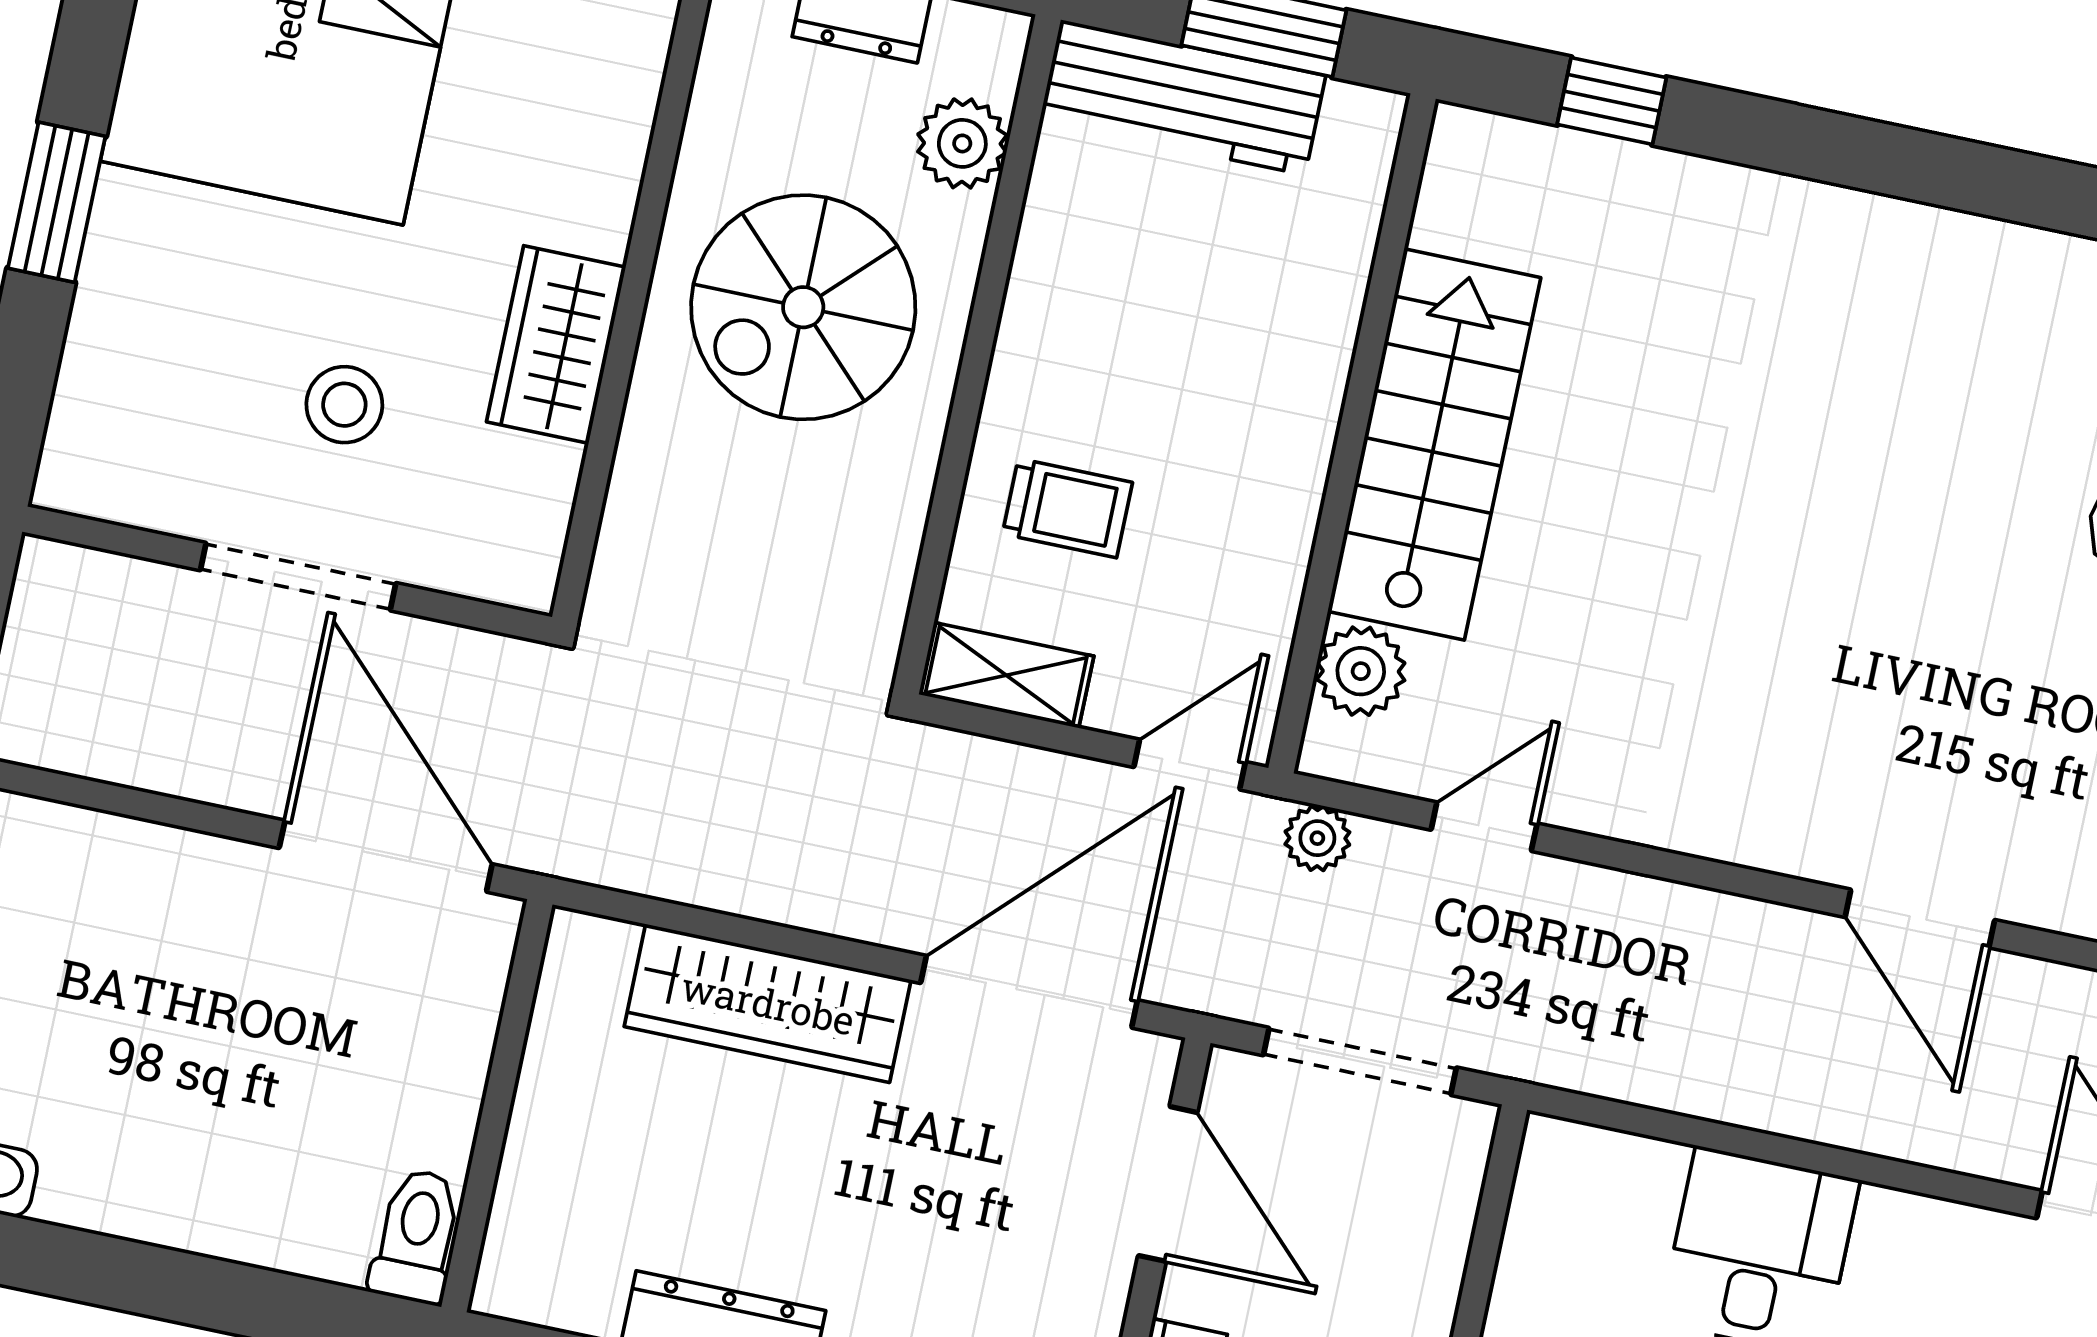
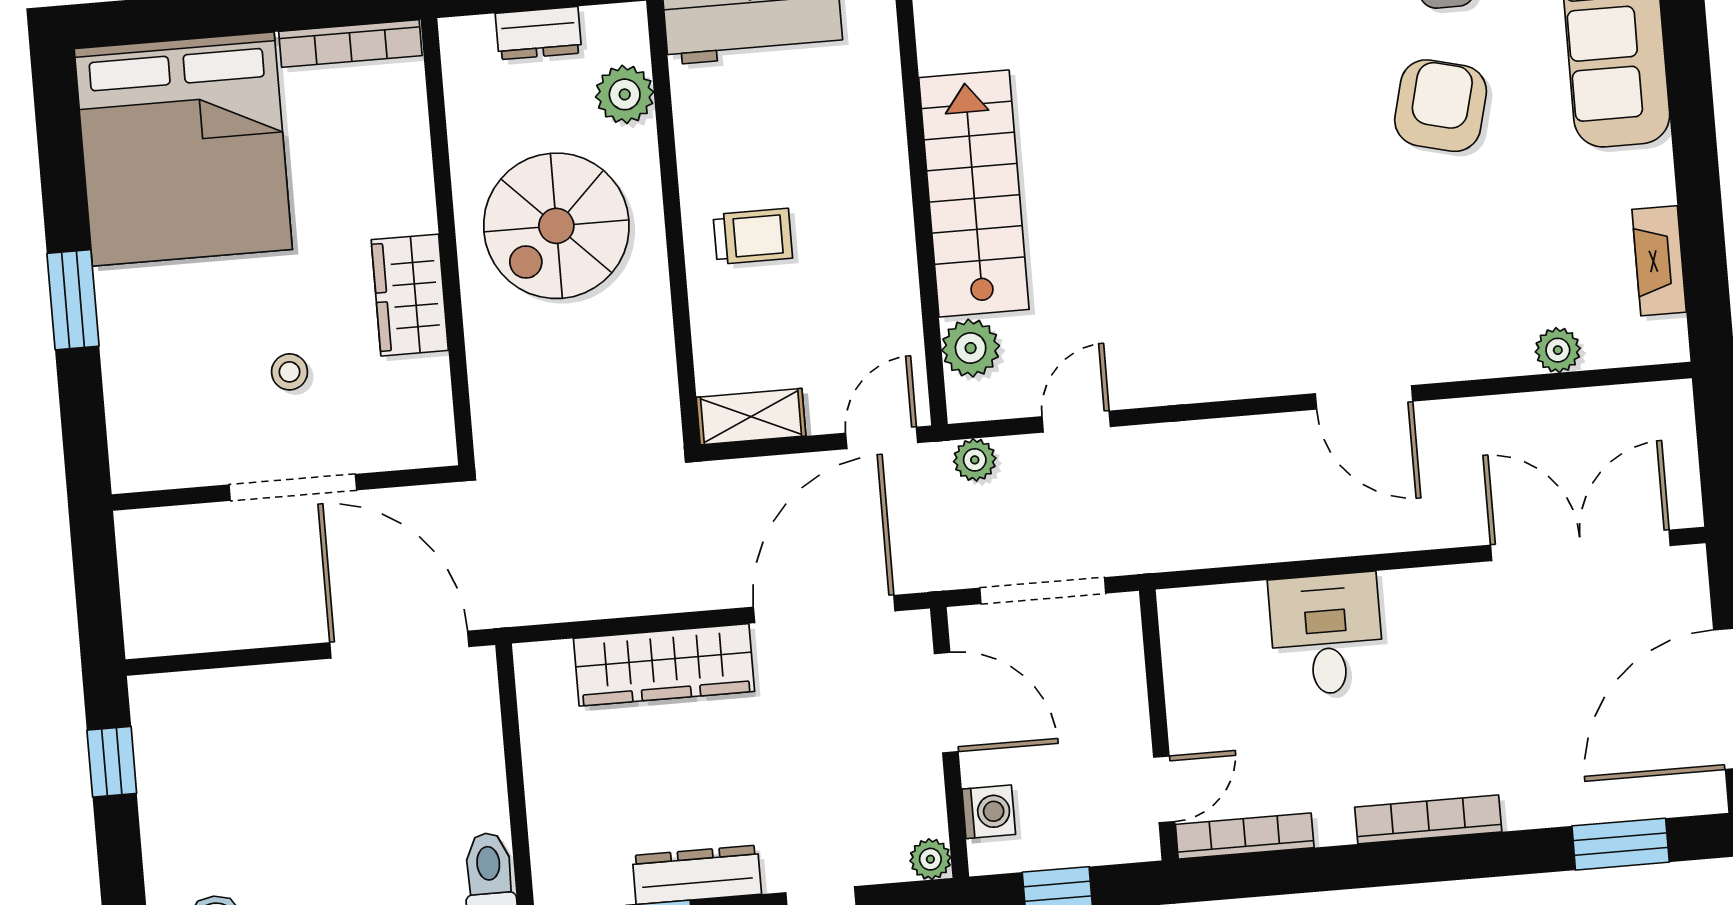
stool: (344, 405) -> (289, 372), width x0.73, depth x0.73
trolley: (1067, 508) -> (753, 236), moved

